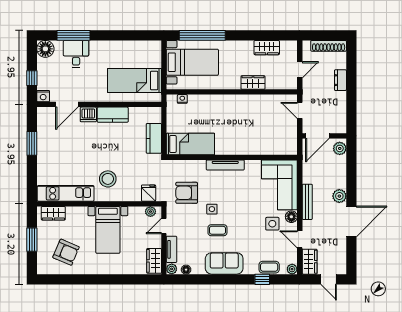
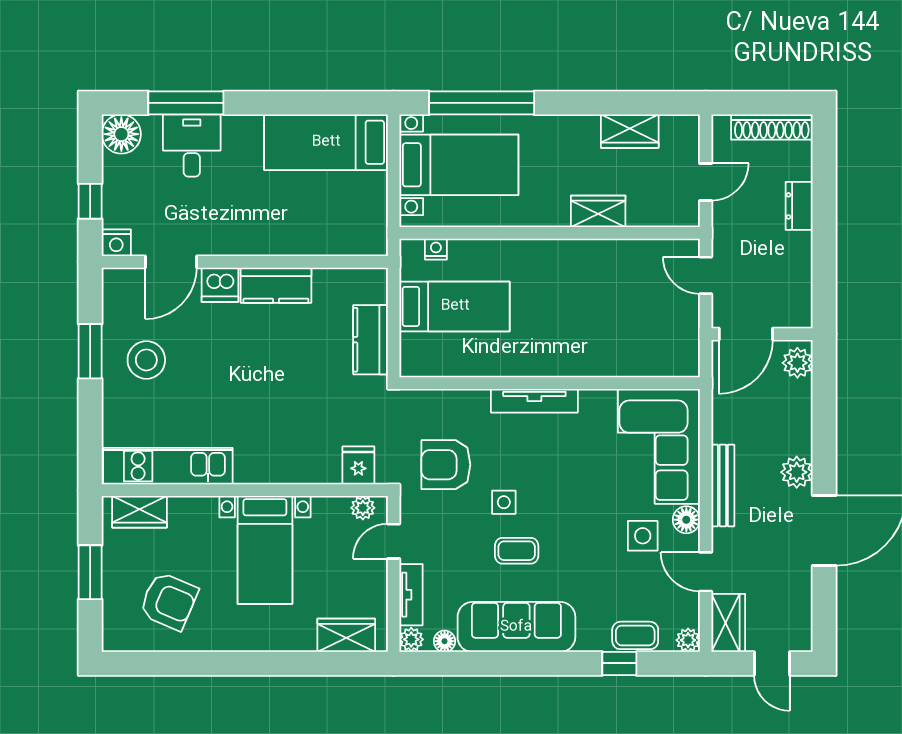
bed: (134, 81) -> (326, 142), moved
bed: (190, 144) -> (455, 306), moved
stool: (108, 179) -> (146, 360), moved
wardrobe: (154, 261) -> (346, 635), moved, turned 90
sofa: (224, 263) -> (516, 627), width x1.36

